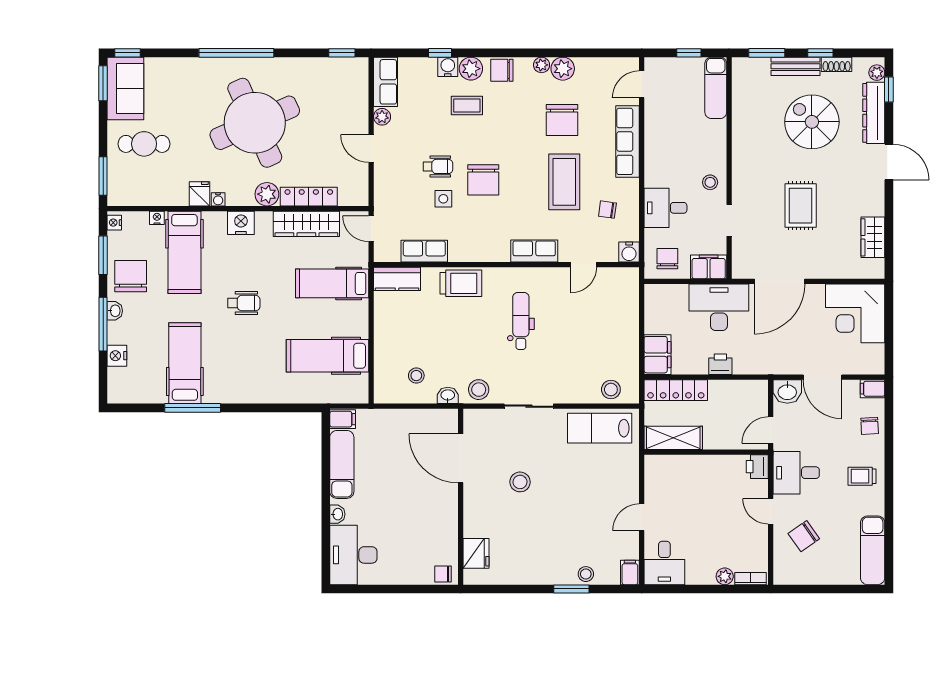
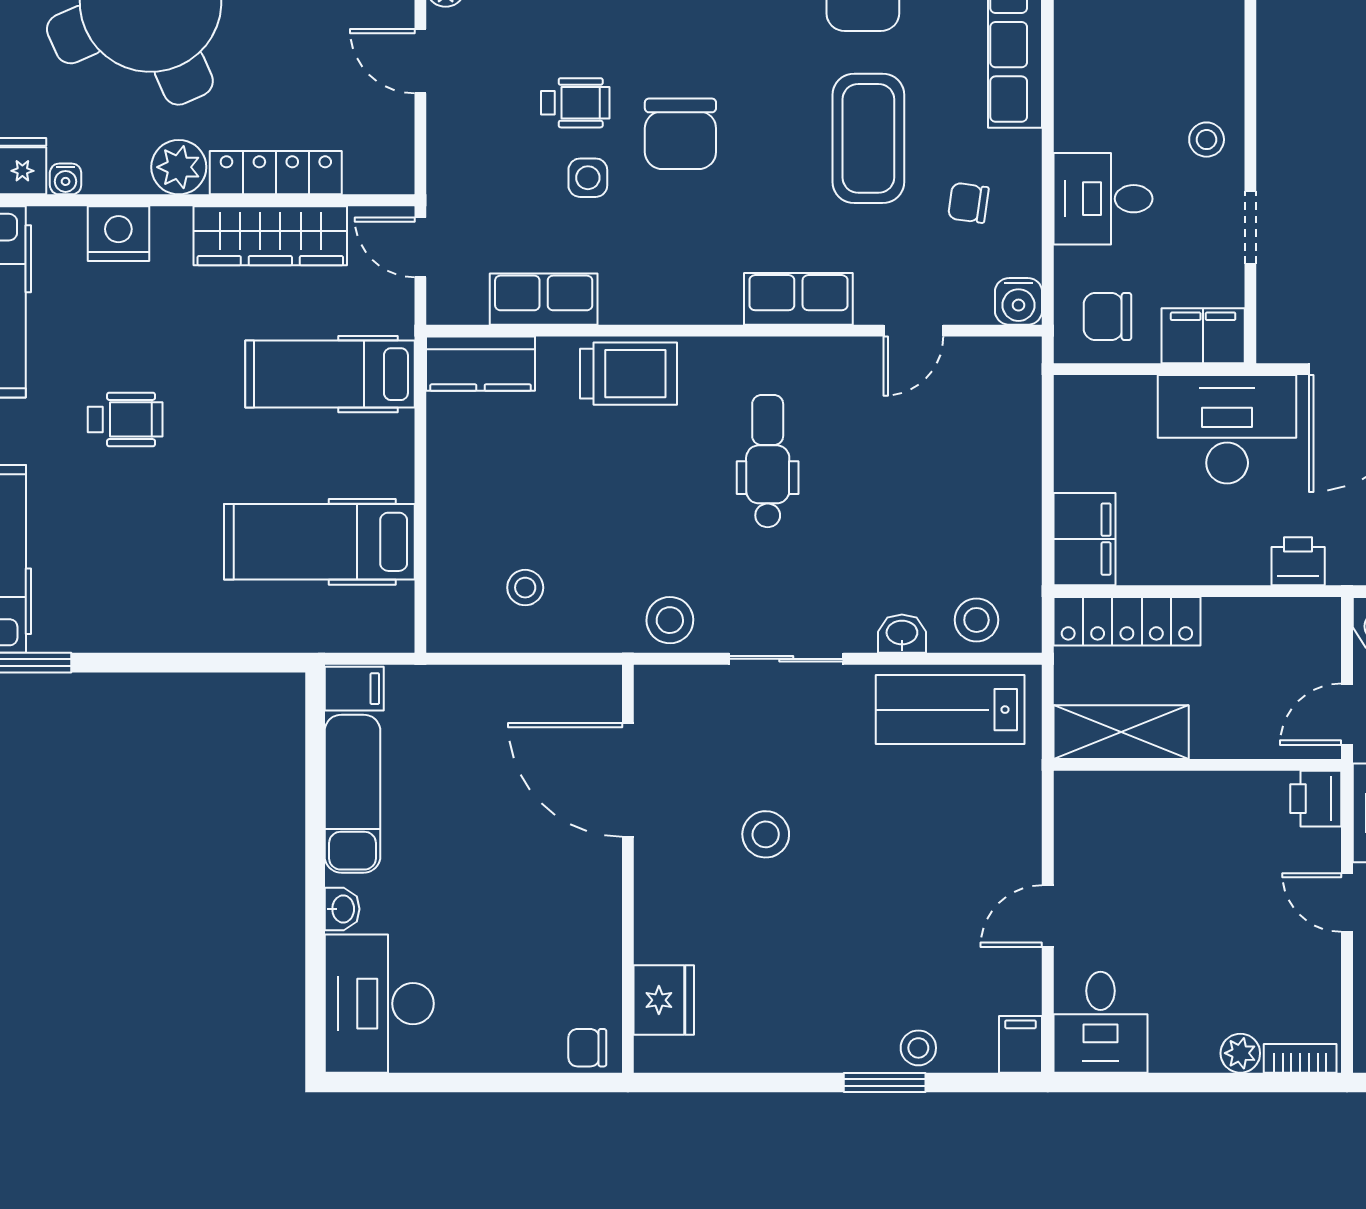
chair: (667, 259) -> (1108, 316), turned -90
printer: (720, 364) -> (1298, 561), moved
washbasin: (448, 395) -> (902, 634), moved

